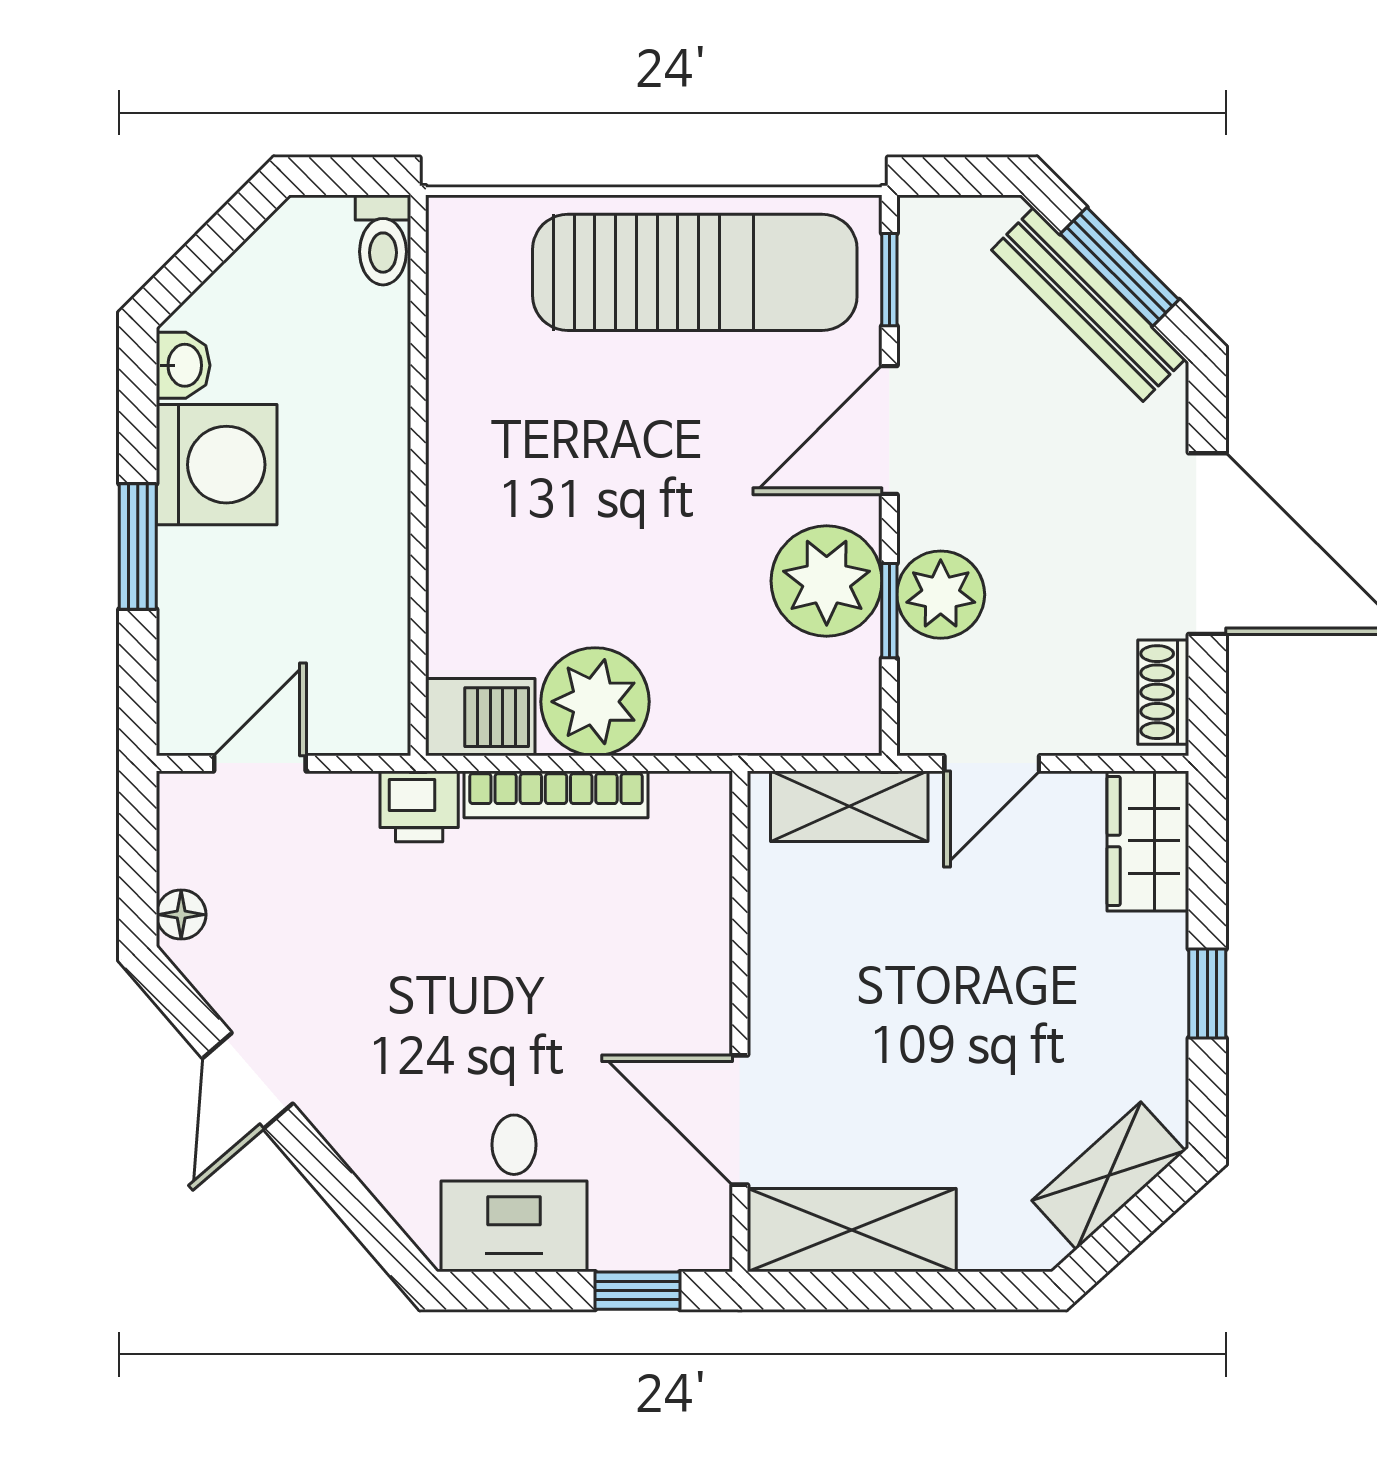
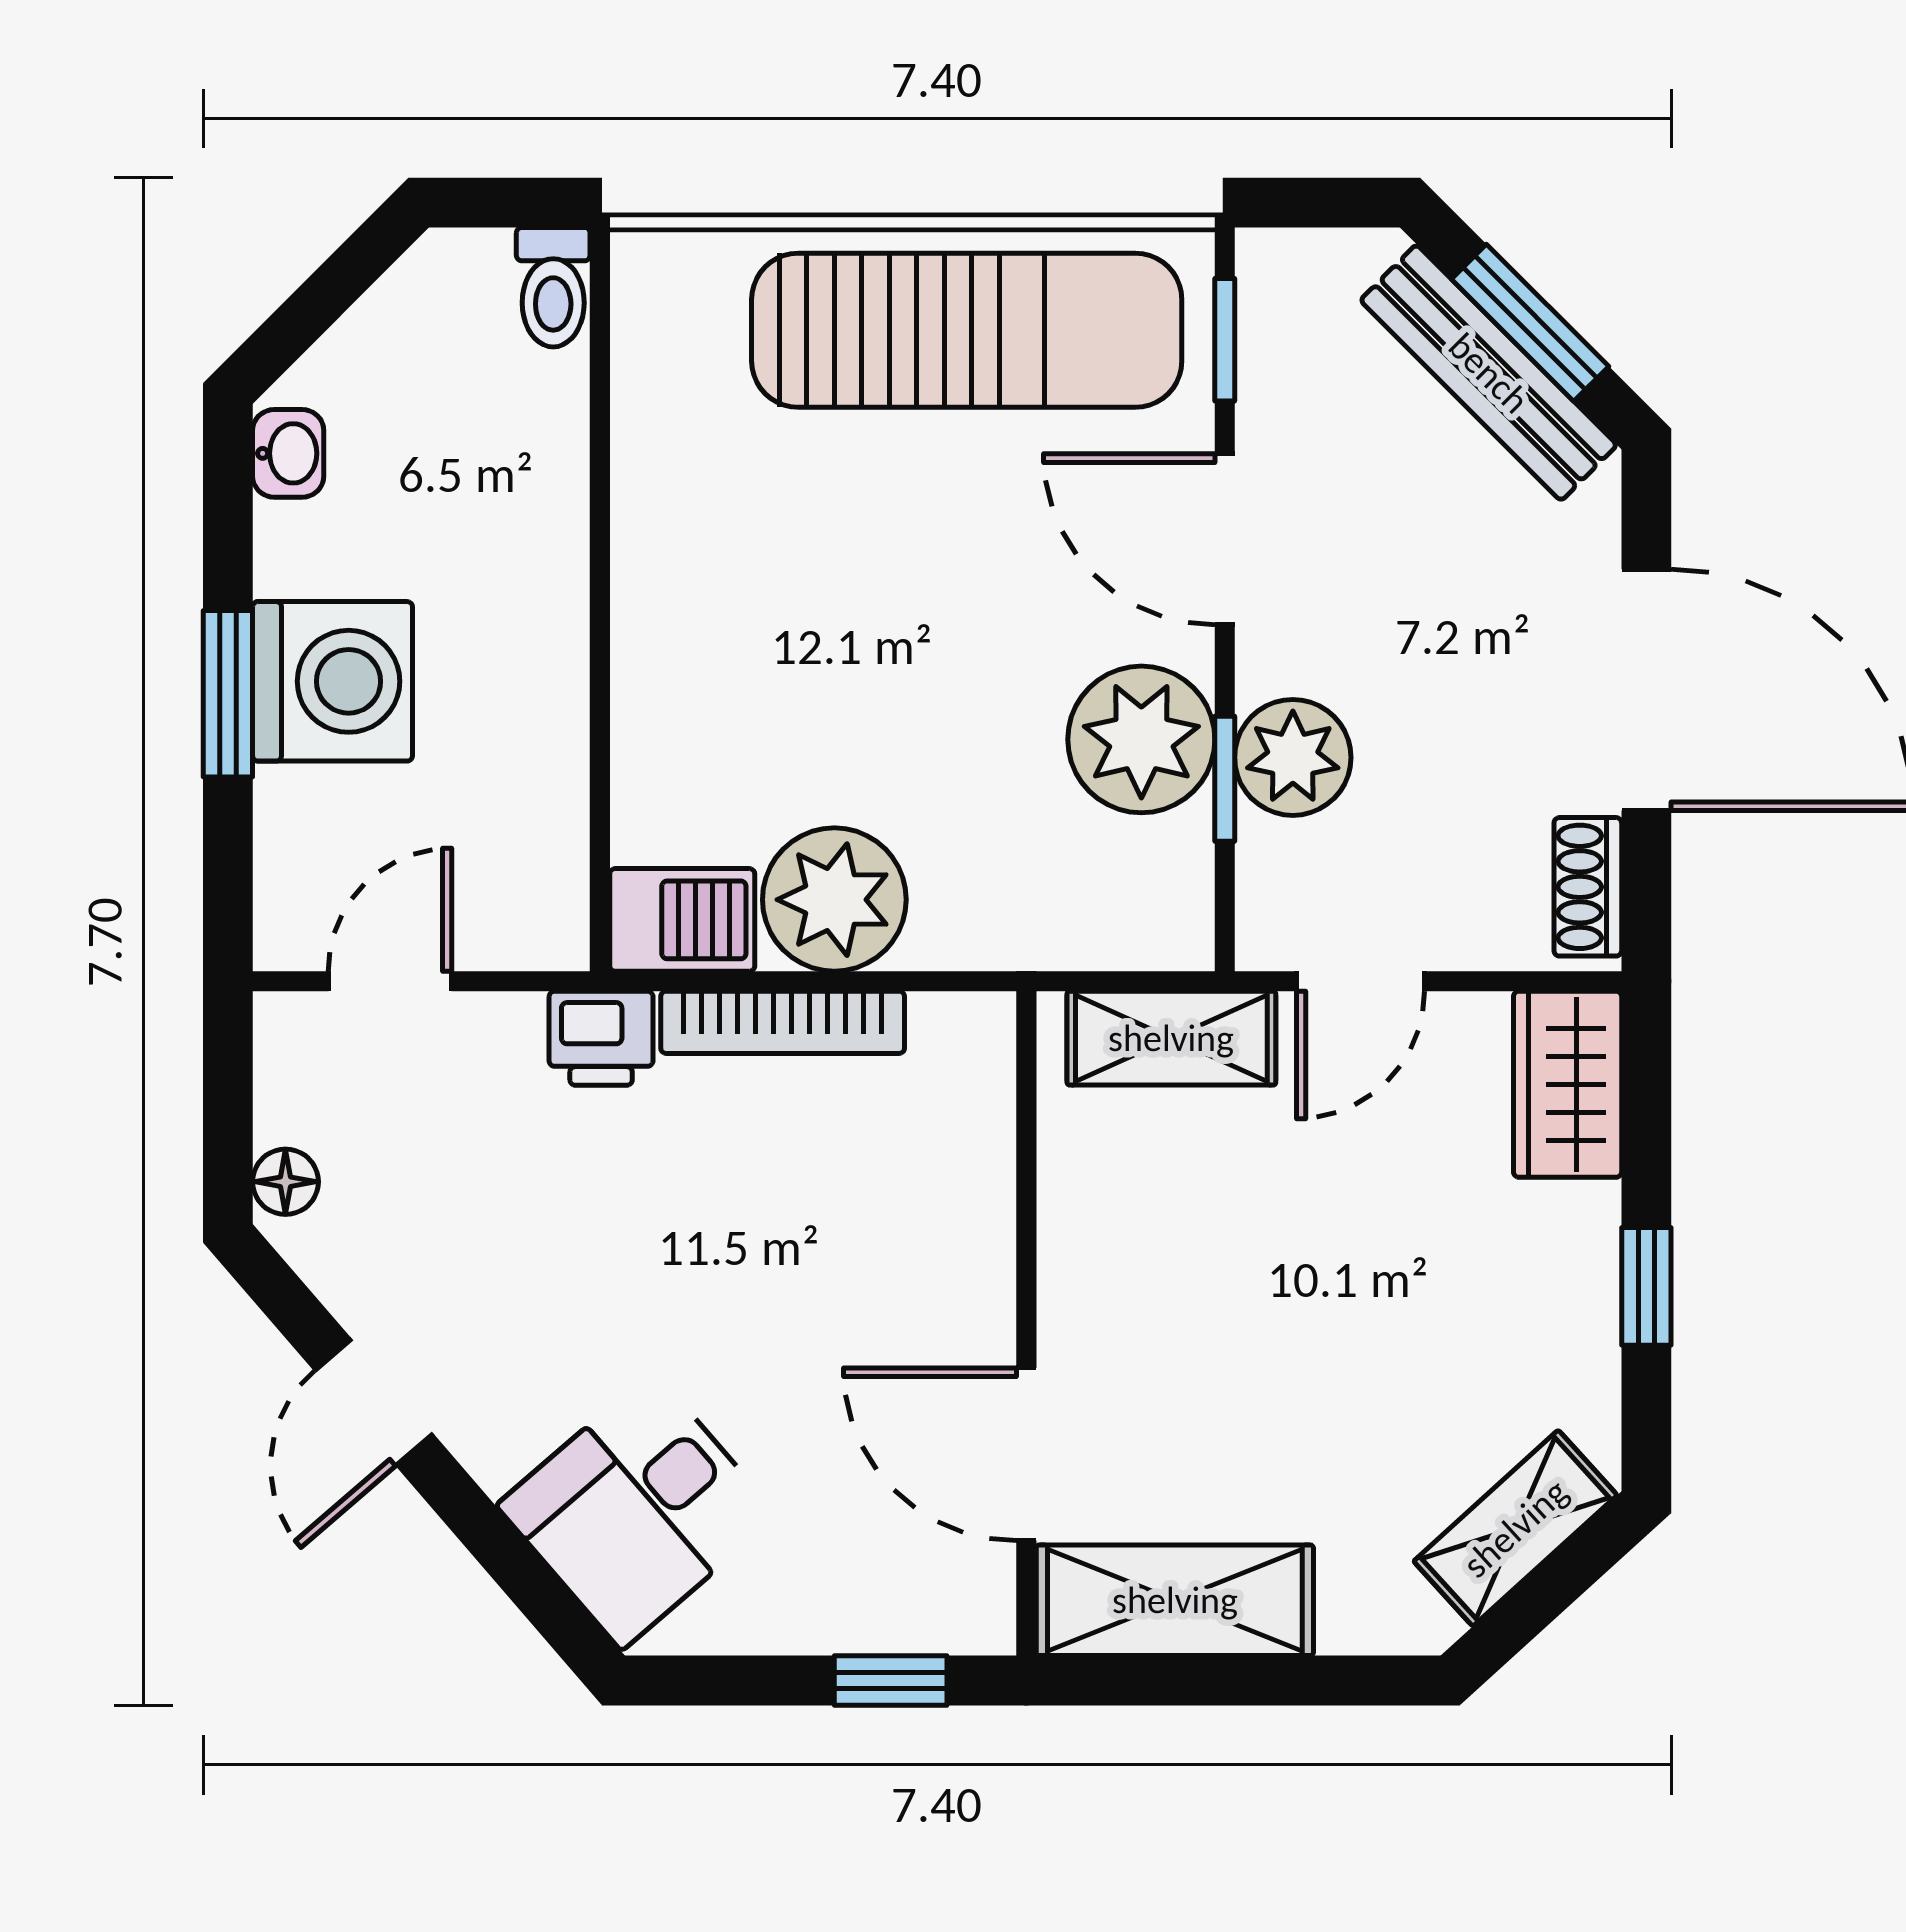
door: (889, 430) -> (1225, 539), hinge flipped
washing machine: (217, 465) -> (333, 681), moved
desk: (514, 1193) -> (637, 1510), moved, turned 49

